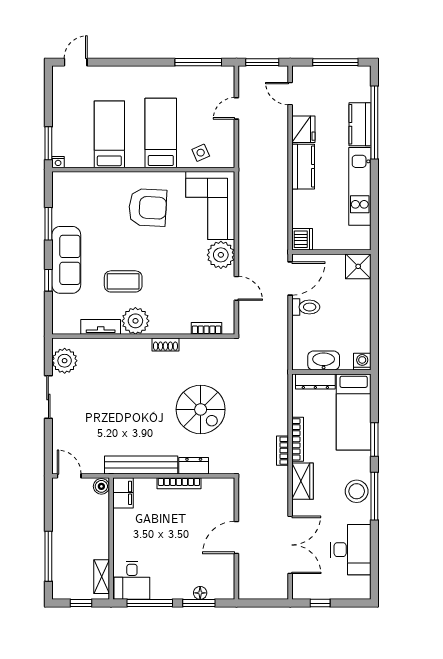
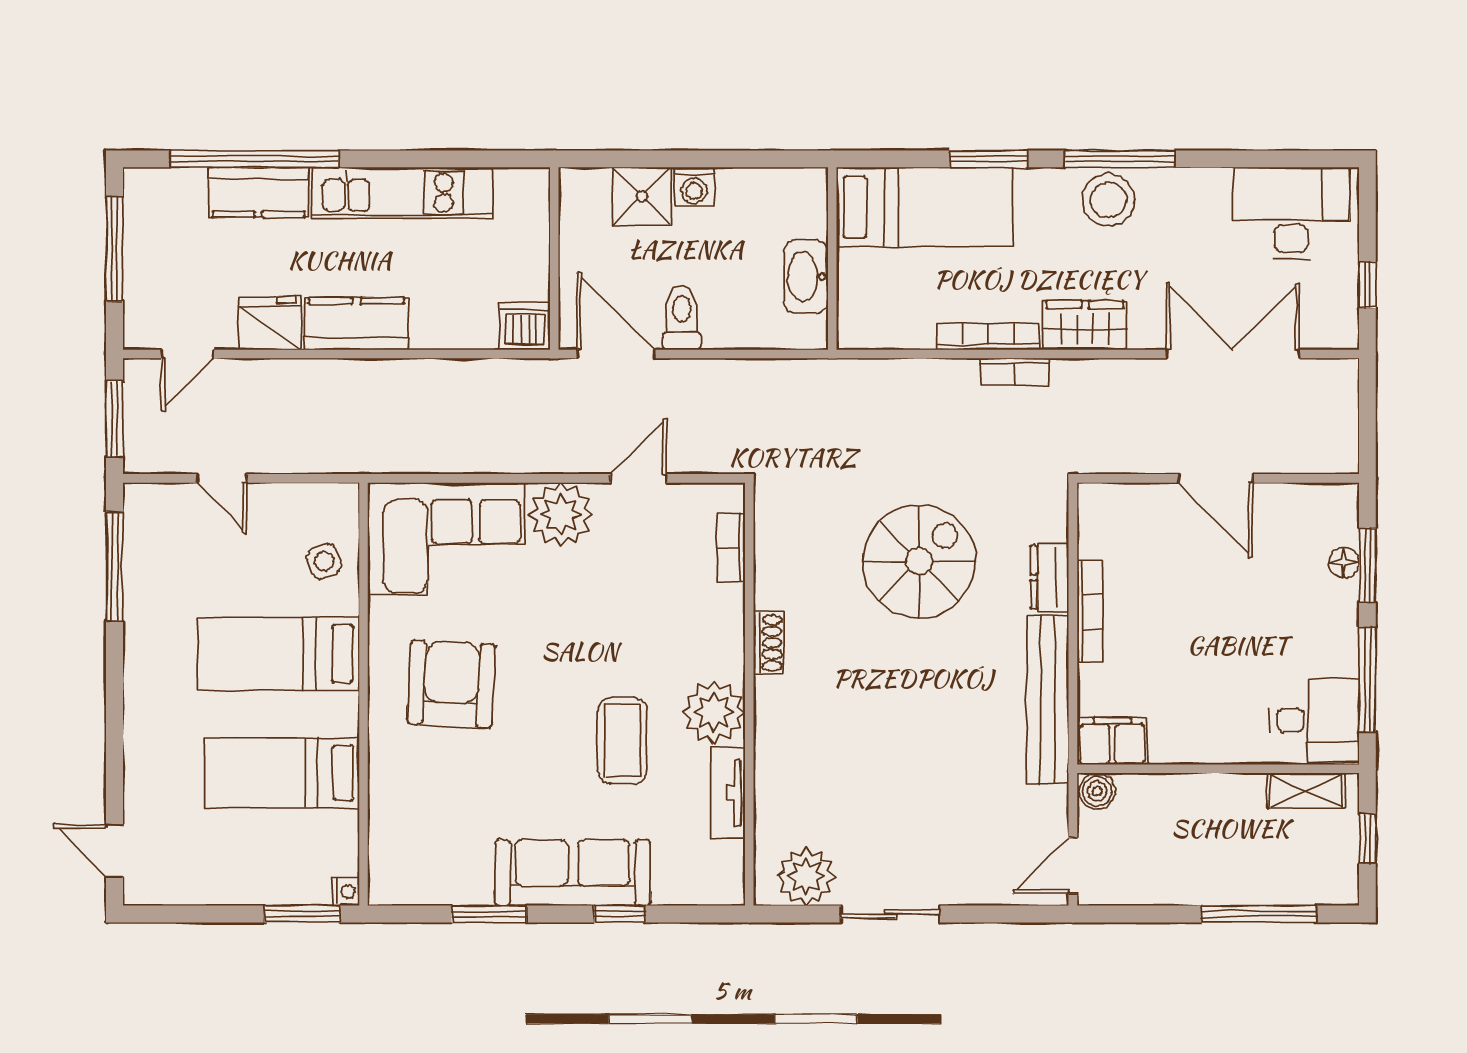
shower: (358, 266) -> (642, 196), moved
washing machine: (362, 362) -> (694, 187), moved, turned -90
dresser: (315, 381) -> (854, 296), removed
desk: (351, 550) -> (1291, 213), moved

